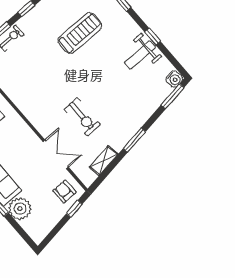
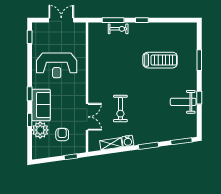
water cooler: (174, 79) -> (128, 141), moved
window: (134, 140) -> (149, 146), moved
armchair: (64, 191) -> (62, 135), moved

